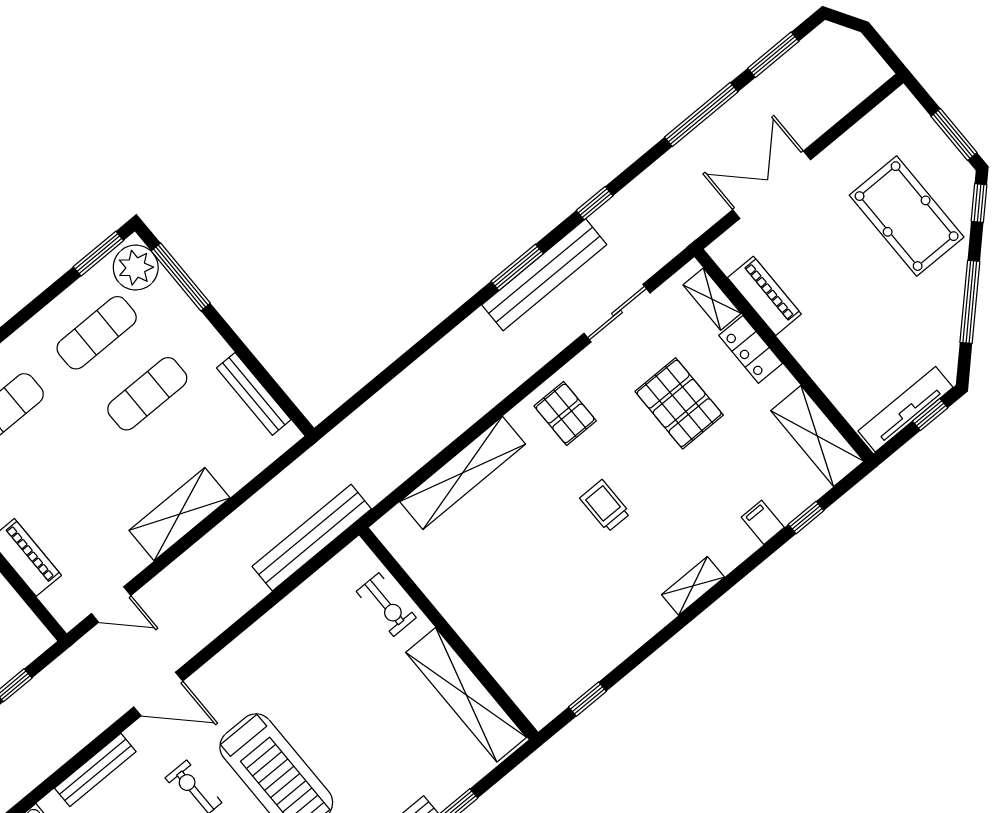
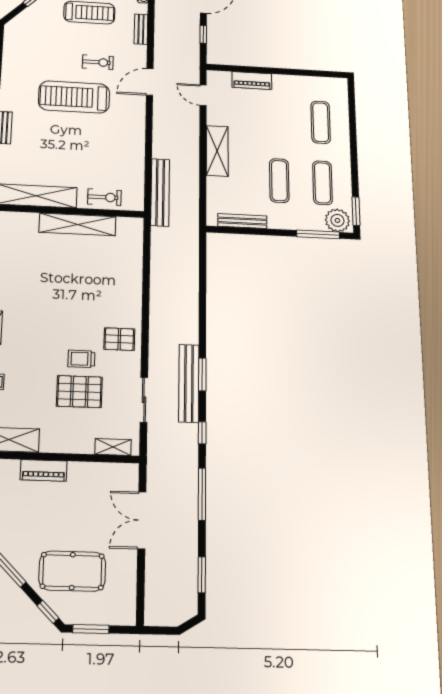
window: (701, 115) -> (202, 494), moved
double door: (772, 185) -> (142, 520), swing flipped
piano: (764, 296) -> (44, 470), moved
locker: (751, 349) -> (75, 444), removed
shelving: (463, 473) -> (78, 224), moved, turned 90
trolley: (605, 506) -> (81, 359), moved, turned 180
door: (111, 605) -> (203, 95), hinge flipped
exercise bike: (386, 605) -> (104, 197), turned 180
bench: (95, 770) -> (141, 29), width x0.73

